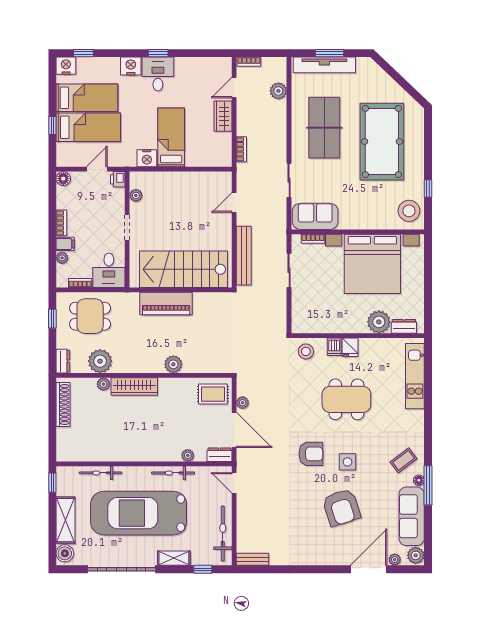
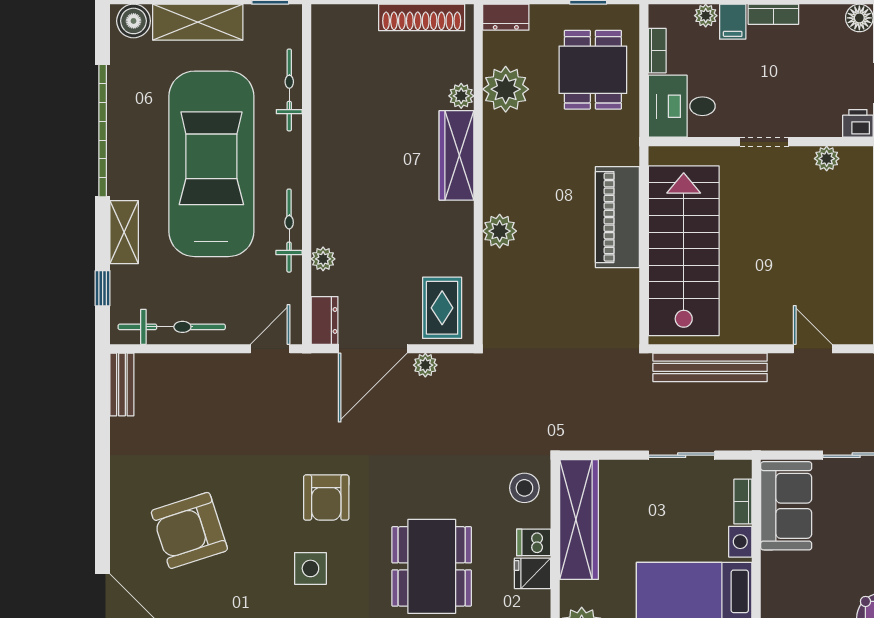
wardrobe: (322, 323) -> (579, 519), added
armchair: (341, 507) -> (189, 530), moved

